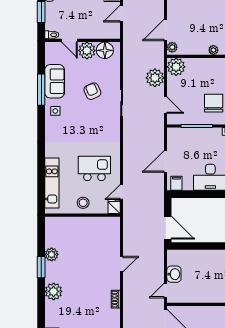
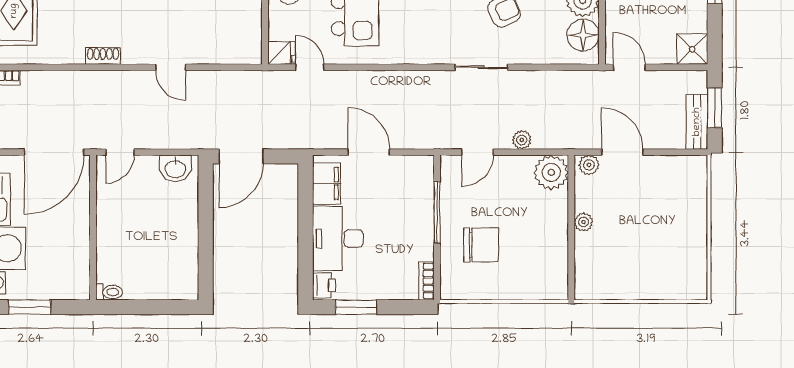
door: (122, 14) -> (629, 67), moved
plant: (213, 50) -> (584, 222), moved
plant: (155, 78) -> (522, 140), width x0.53, depth x0.53
filing cabinet: (176, 183) -> (327, 183), width x2.00
washbasin: (174, 274) -> (175, 168), moved
door: (166, 290) -> (120, 152), swing flipped

